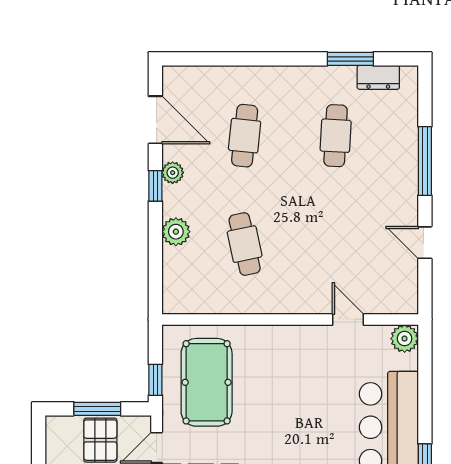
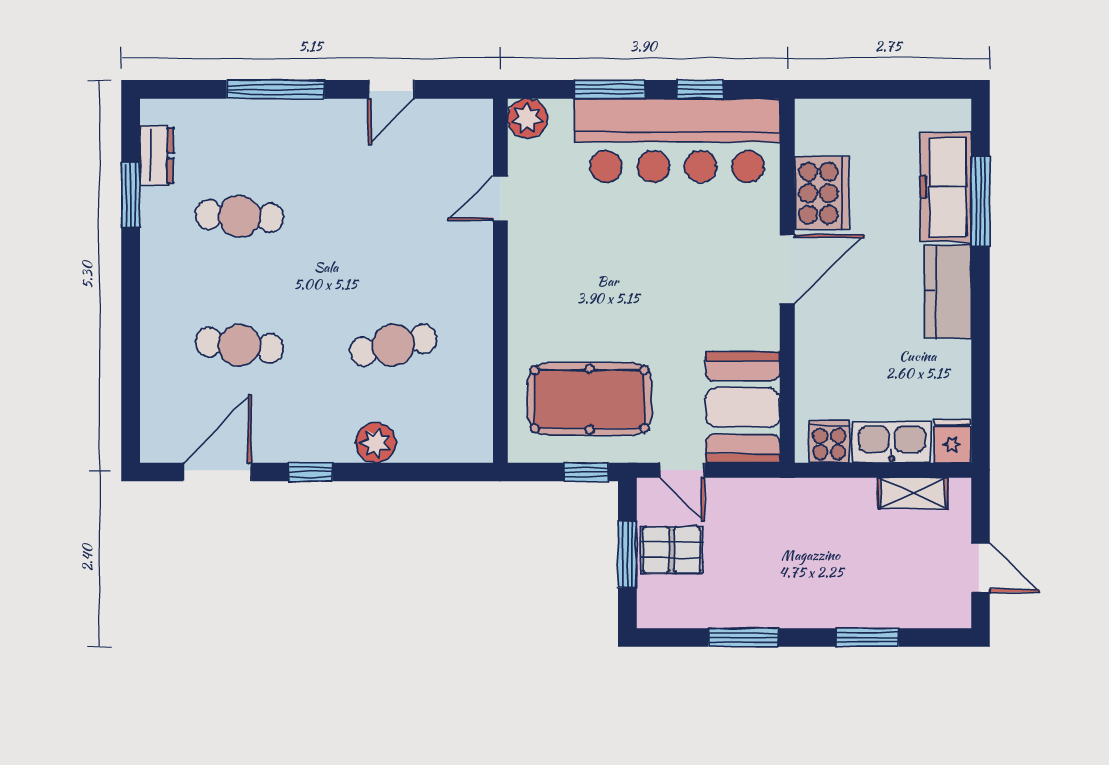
plant: (173, 173) -> (292, 447), removed
window: (425, 396) -> (609, 89), added

